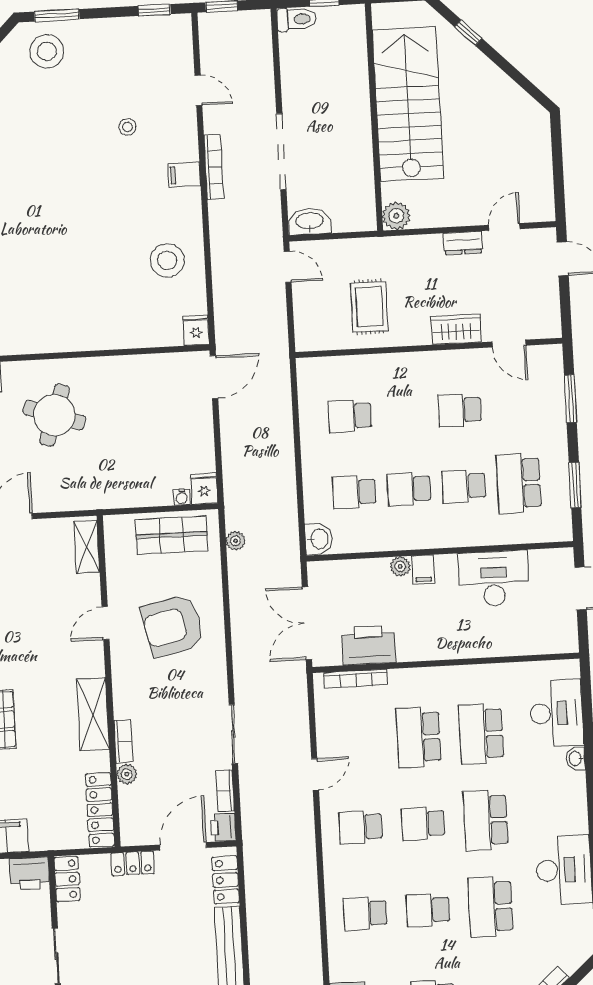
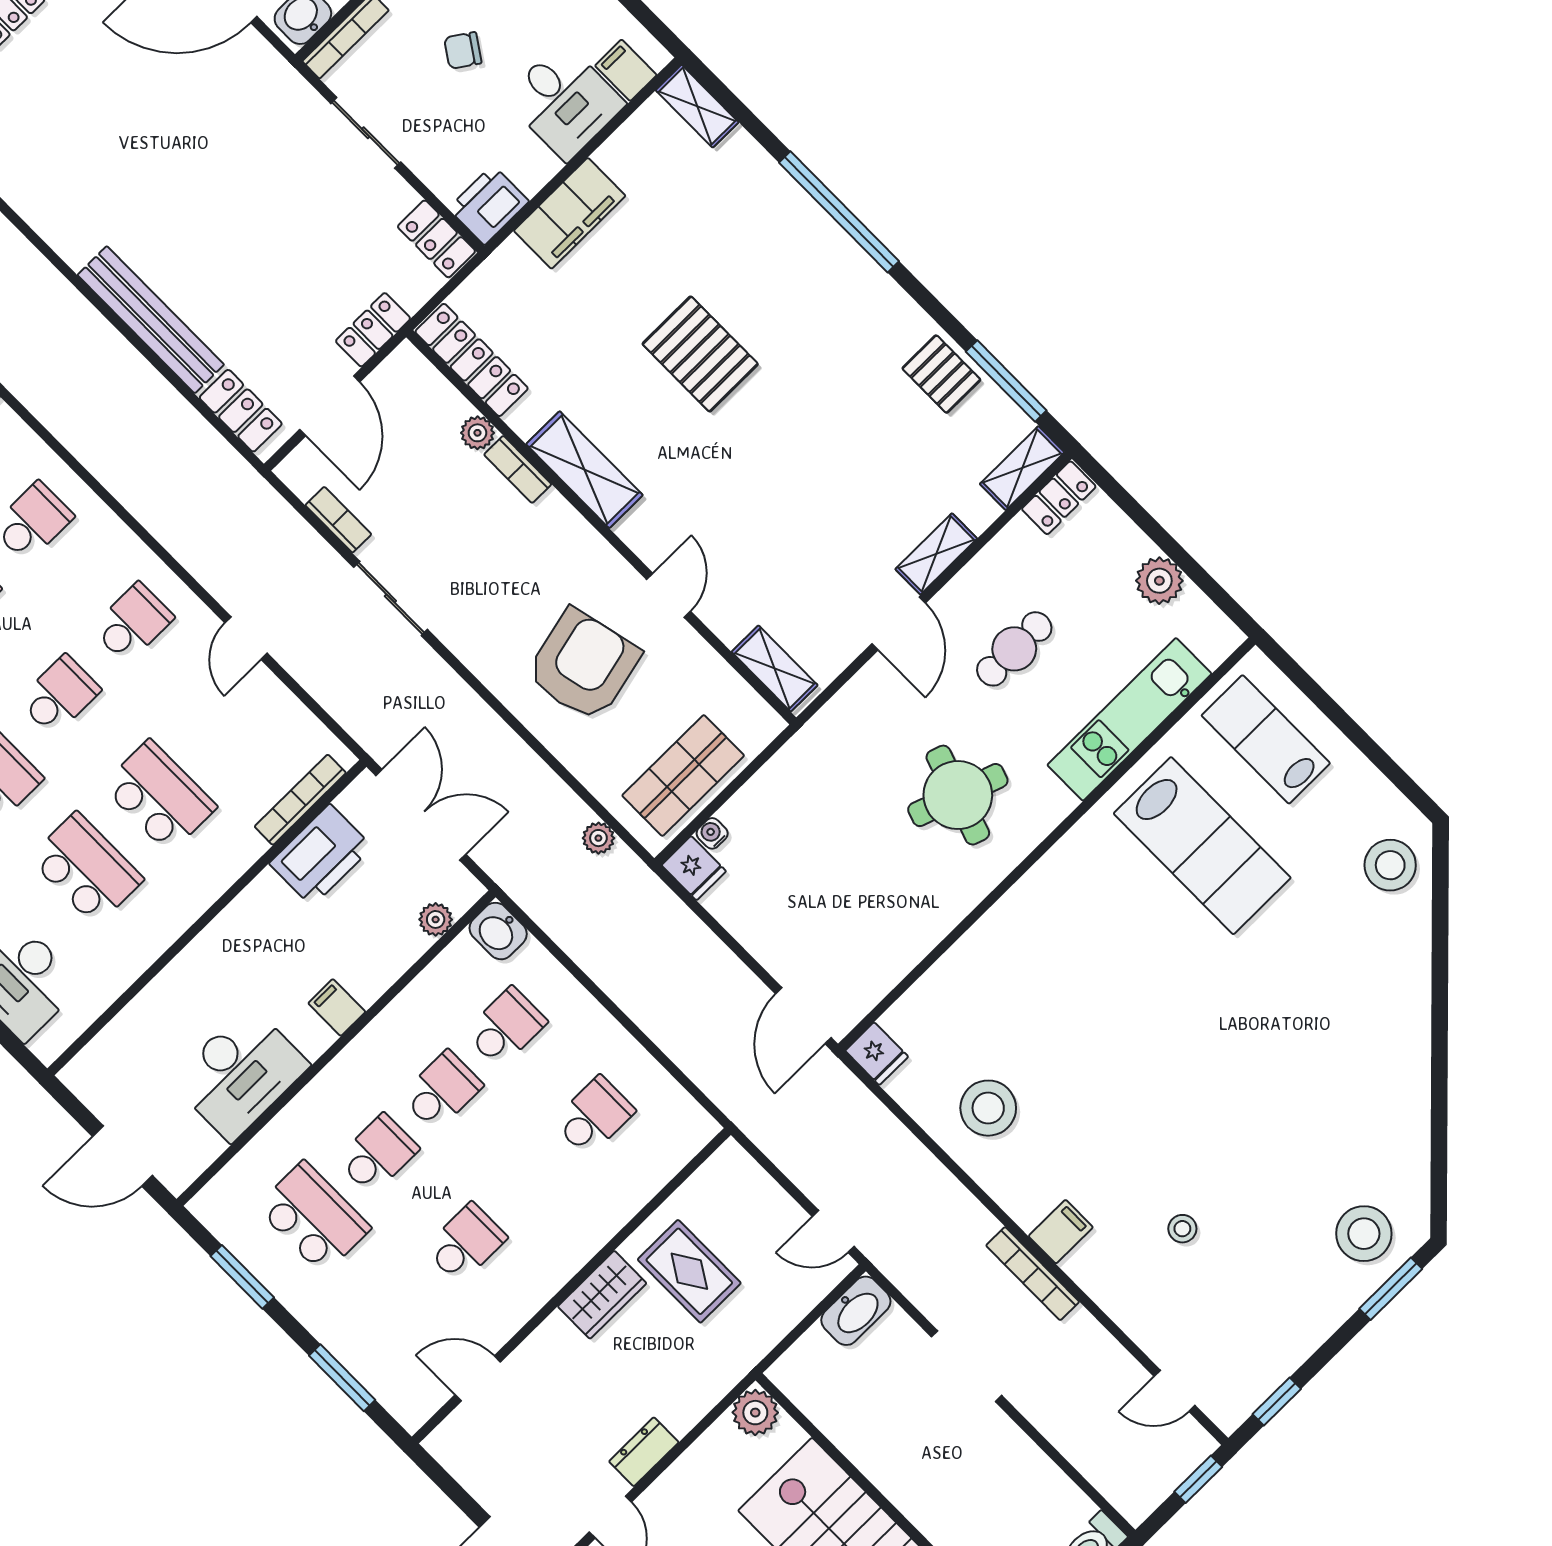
door: (198, 90) -> (1175, 1391), moved
doorway: (281, 152) -> (966, 1366), width x0.73
wardrobe: (456, 329) -> (602, 1295), moved
plant: (400, 566) -> (436, 919), moved
printer: (223, 827) -> (301, 472), removed

